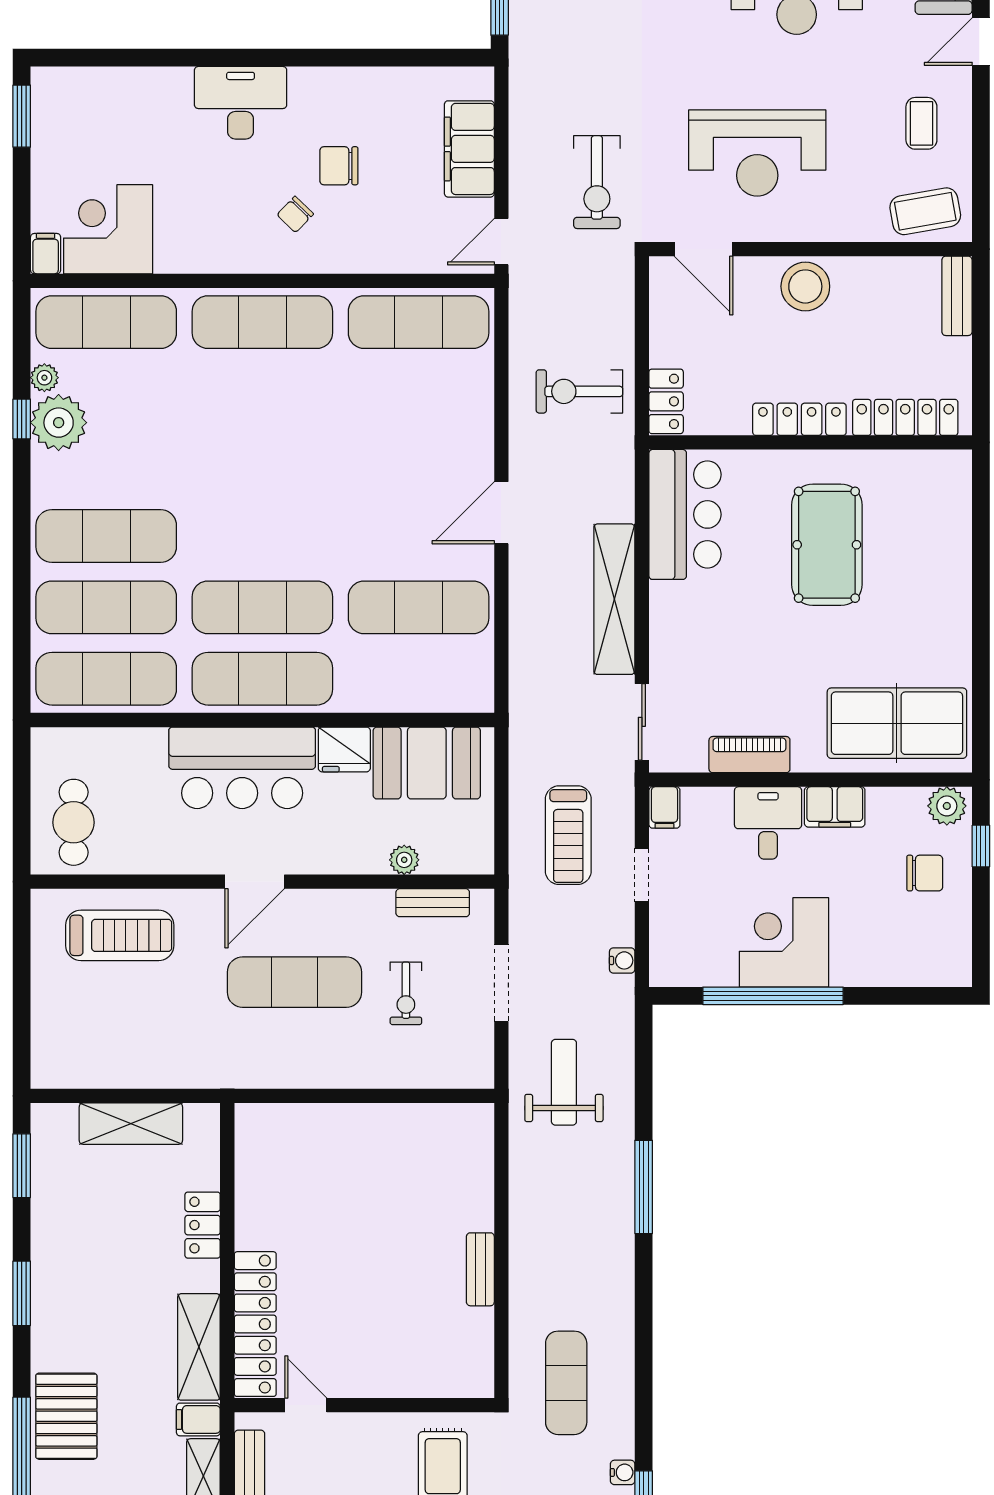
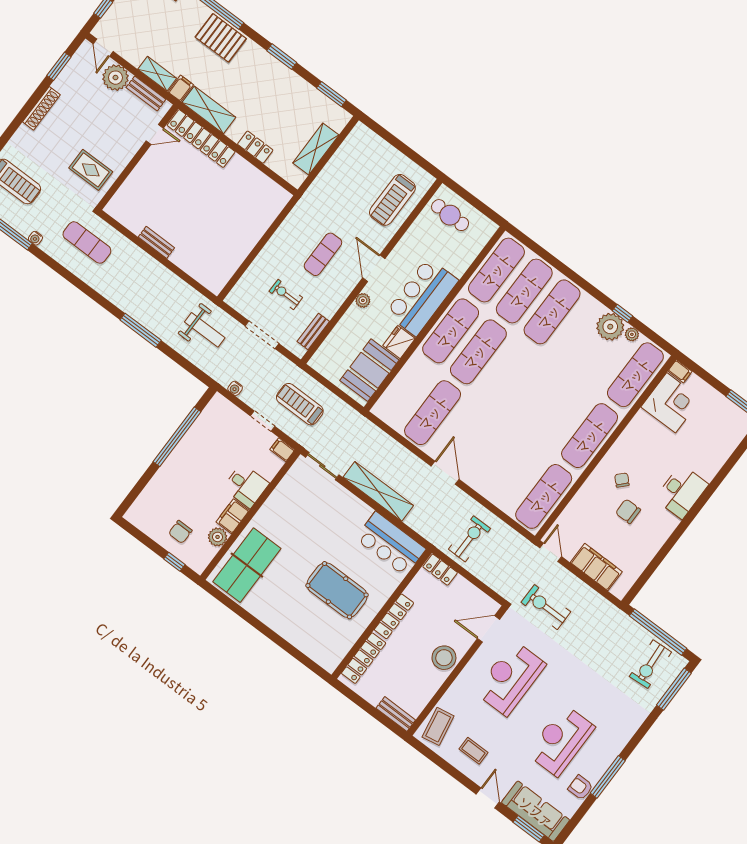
chair: (339, 166) -> (628, 511), turned -90
piano: (749, 755) -> (278, 498), removed
plant: (947, 806) -> (218, 537), moved
plant: (404, 860) -> (363, 300), moved
corner desk: (784, 942) -> (195, 457), removed
exercise mat: (294, 982) -> (323, 254), width x0.73, depth x0.69

